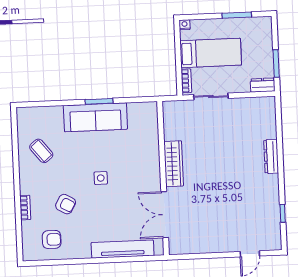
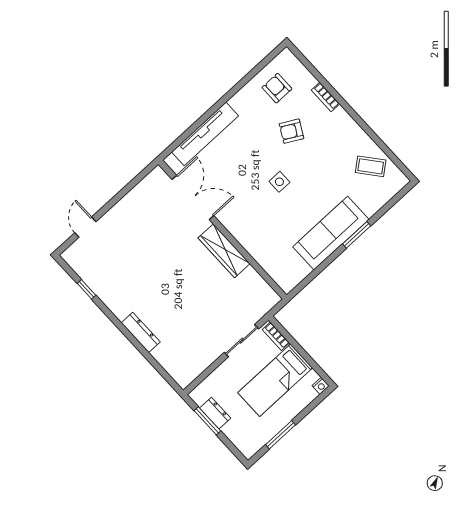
dresser: (263, 85) -> (215, 413), moved, turned -90
window: (99, 101) -> (357, 235), moved
coffee table: (41, 151) -> (371, 166), moved
armchair: (52, 239) -> (277, 88), turned 90

